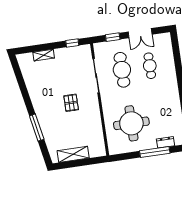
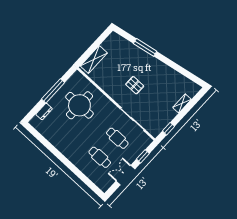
cafe table: (122, 70) -> (117, 138), width x0.73, depth x0.74
window: (155, 152) -> (53, 91), moved
shelving: (73, 154) -> (94, 59), moved

